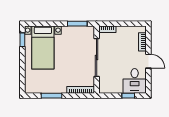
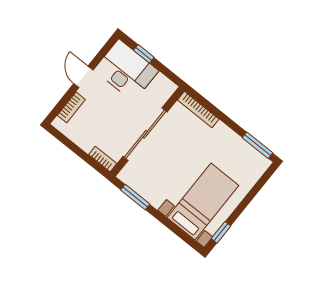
desk: (135, 81) -> (126, 70), width x1.37
window: (51, 96) -> (258, 145), moved

